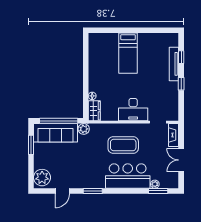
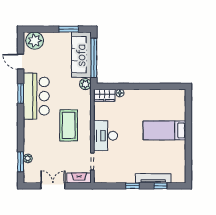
bar counter: (128, 176) -> (36, 96), moved

